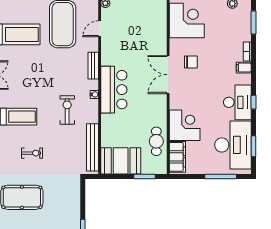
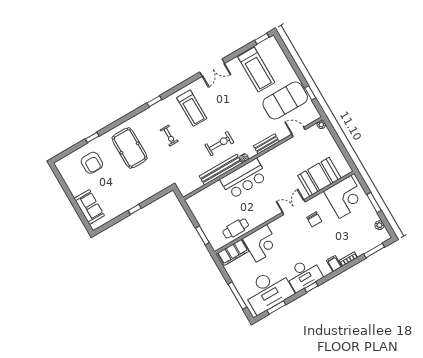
double door: (168, 75) -> (294, 207), width x0.73
bar counter: (114, 90) -> (244, 179), moved
bench: (92, 147) -> (221, 170), moved
booth: (121, 161) -> (319, 177), moved, turned 90

